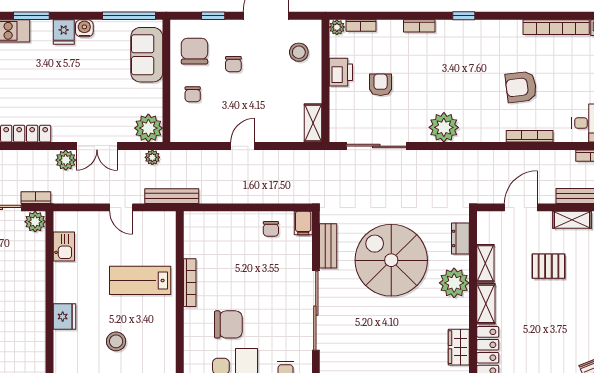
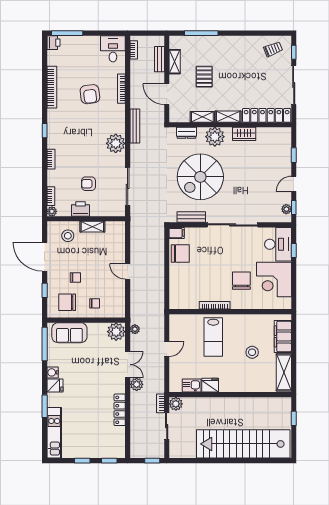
bookcase: (556, 27) -> (52, 87), moved
shelving: (313, 123) -> (92, 227), moved
bench: (172, 196) -> (135, 126), moved
chair: (271, 229) -> (180, 254), width x1.87, depth x1.87
fridge: (64, 317) -> (210, 385), moved
wardrobe: (459, 347) -> (244, 134), moved

